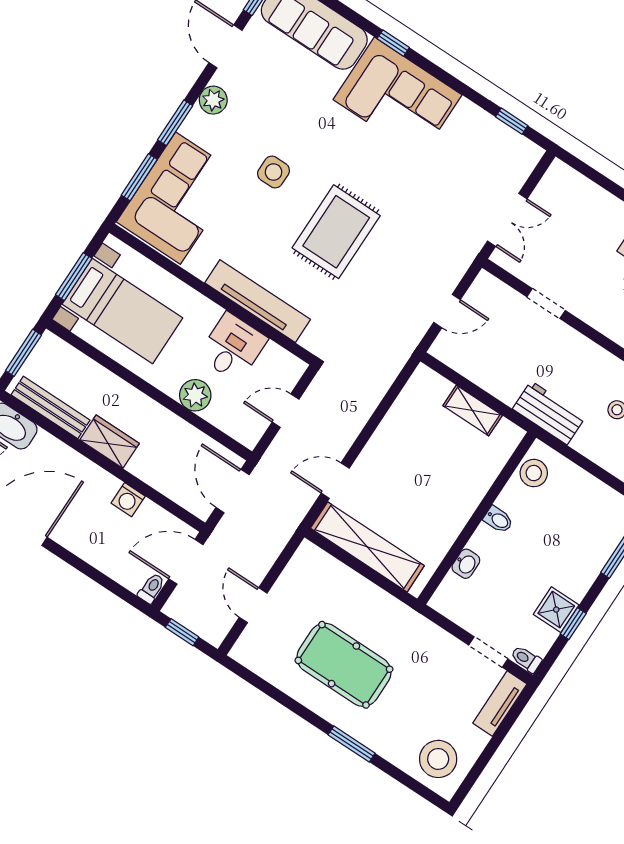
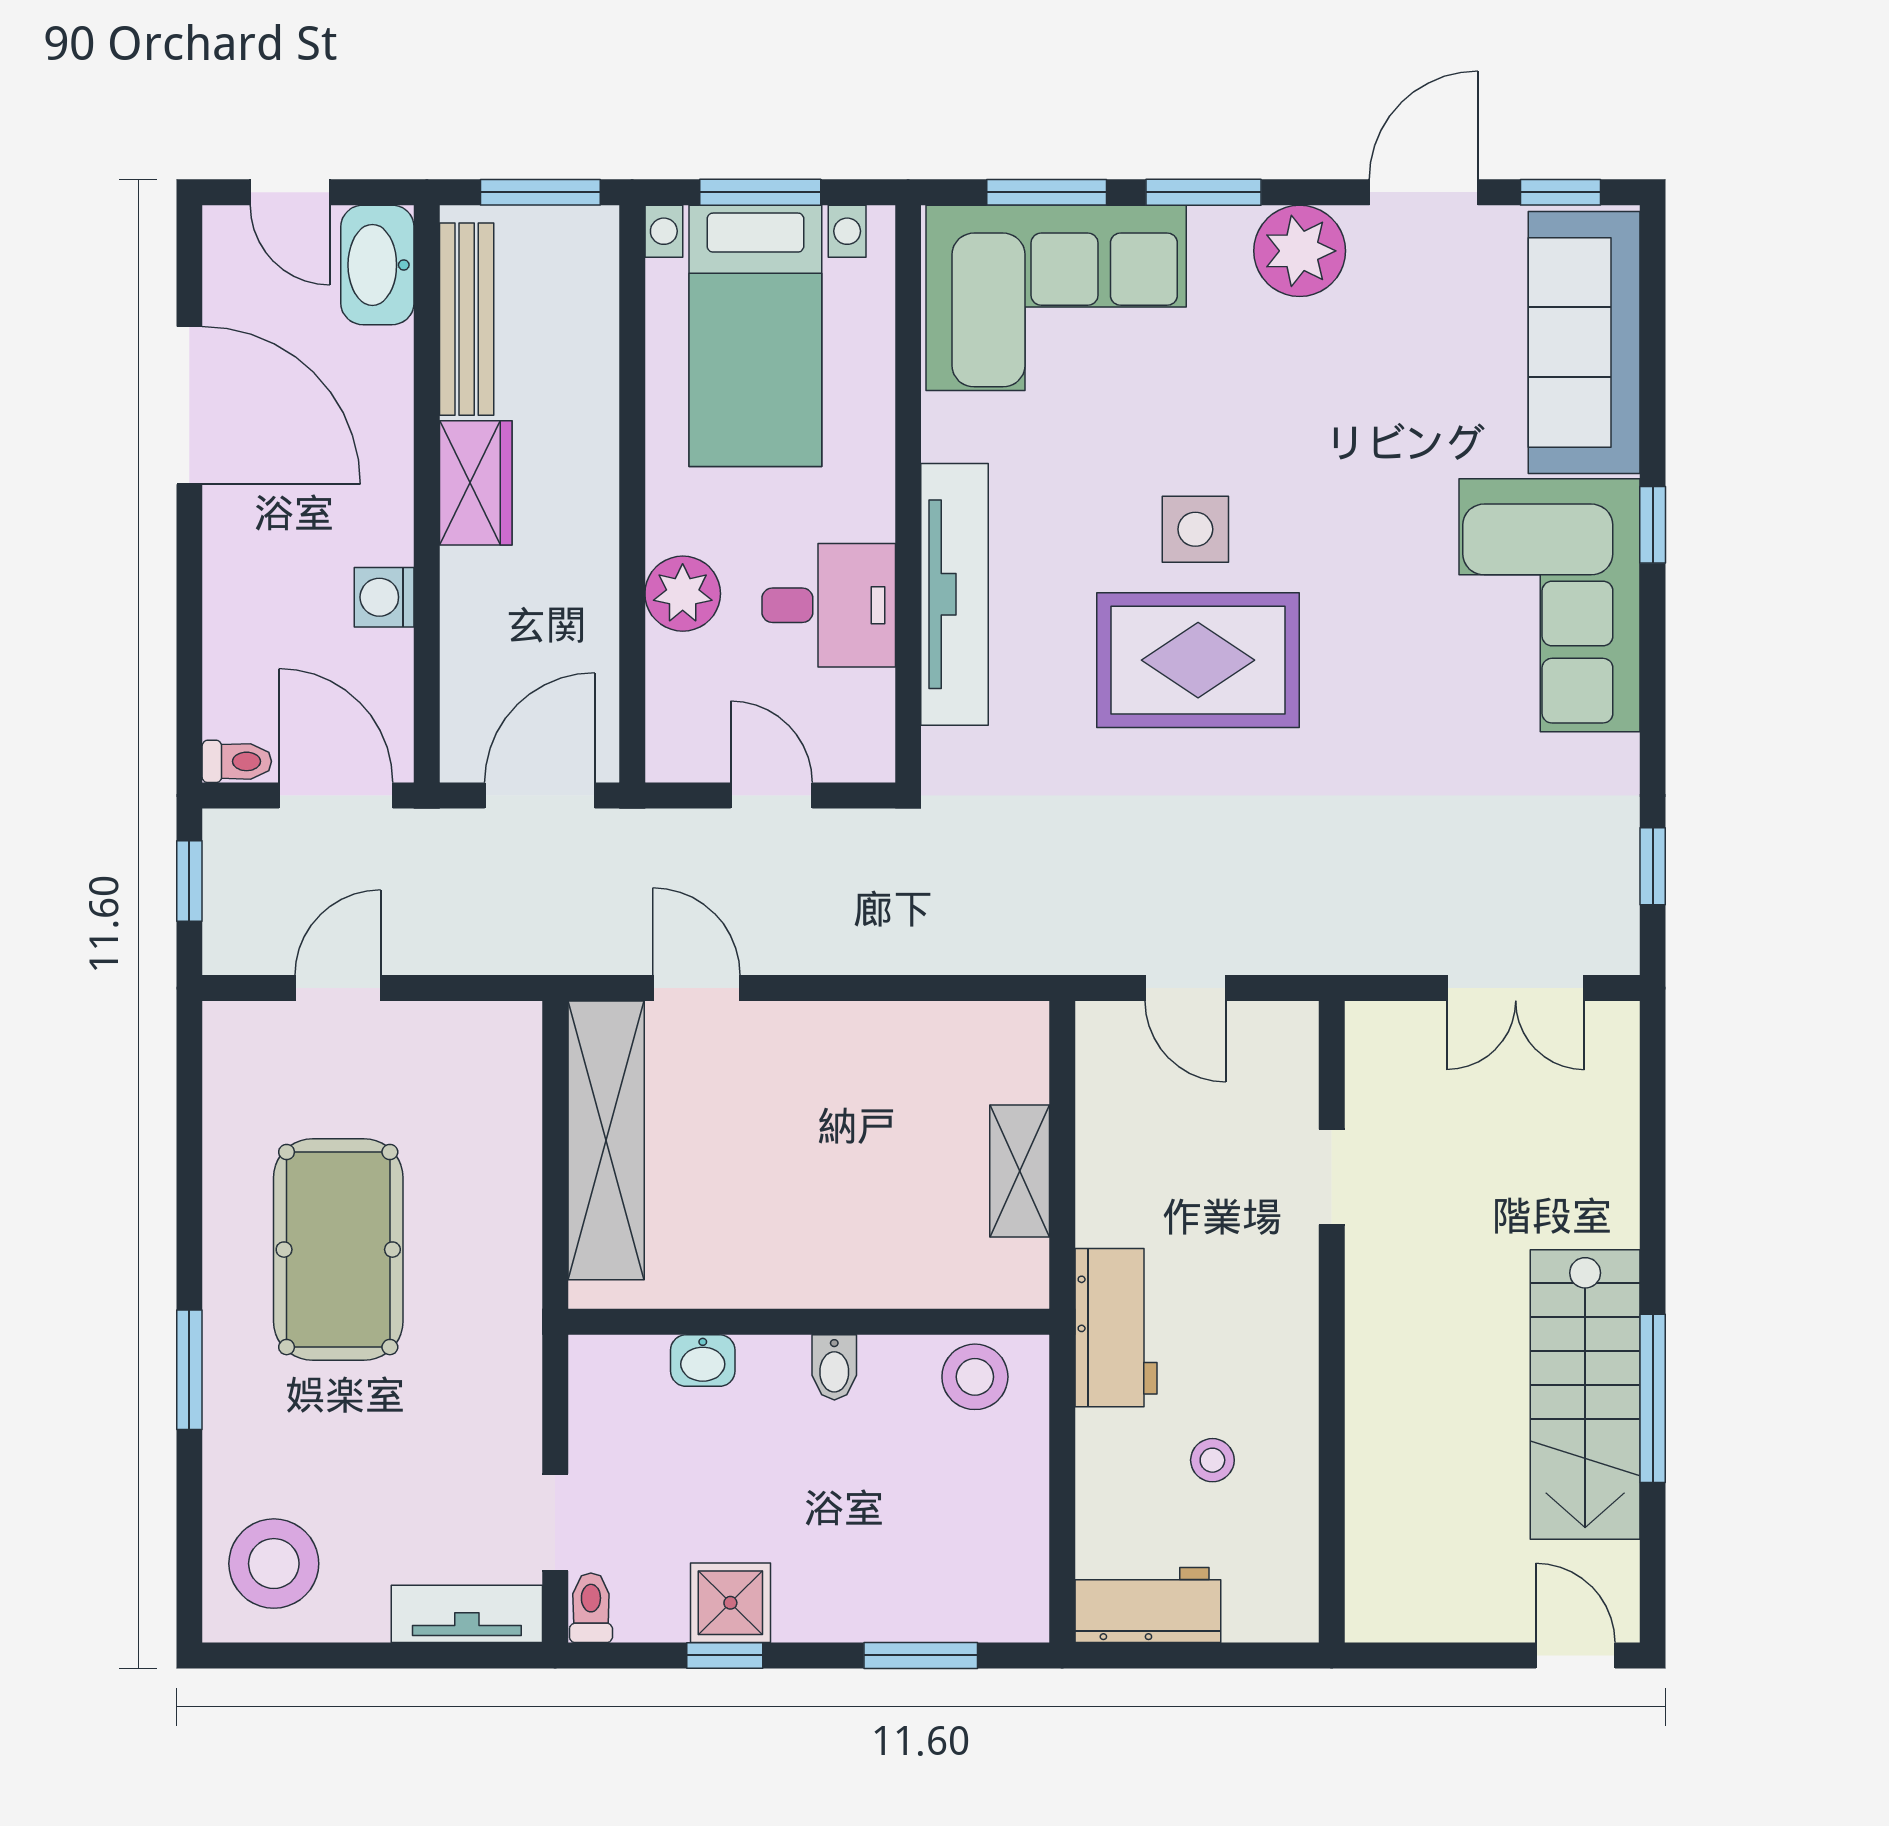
plant: (213, 100) -> (1300, 251), width x1.36, depth x1.36
side table: (274, 172) -> (1195, 529), moved
double door: (507, 220) -> (1516, 988), moved

